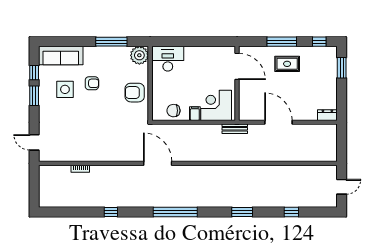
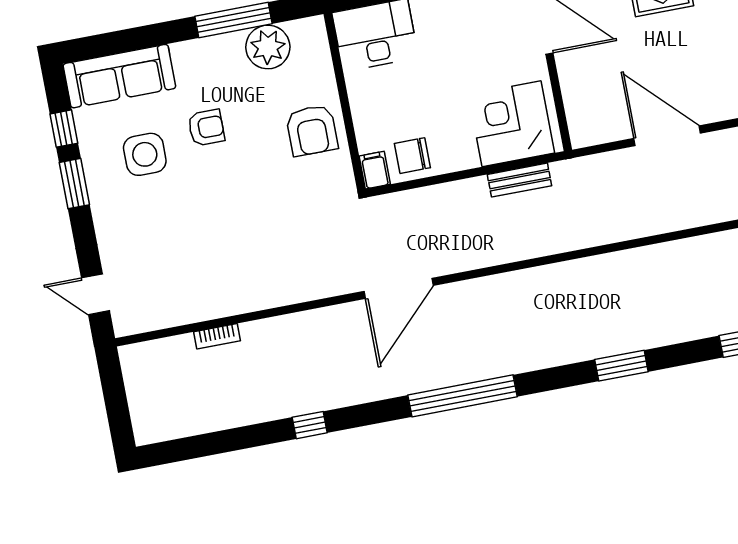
plant: (139, 55) -> (268, 47), moved
armchair: (135, 93) -> (312, 130), turned -90
filing cabinet: (195, 114) -> (375, 170), moved
bench: (235, 129) -> (519, 180), moved
door: (158, 163) -> (399, 288), swing flipped

